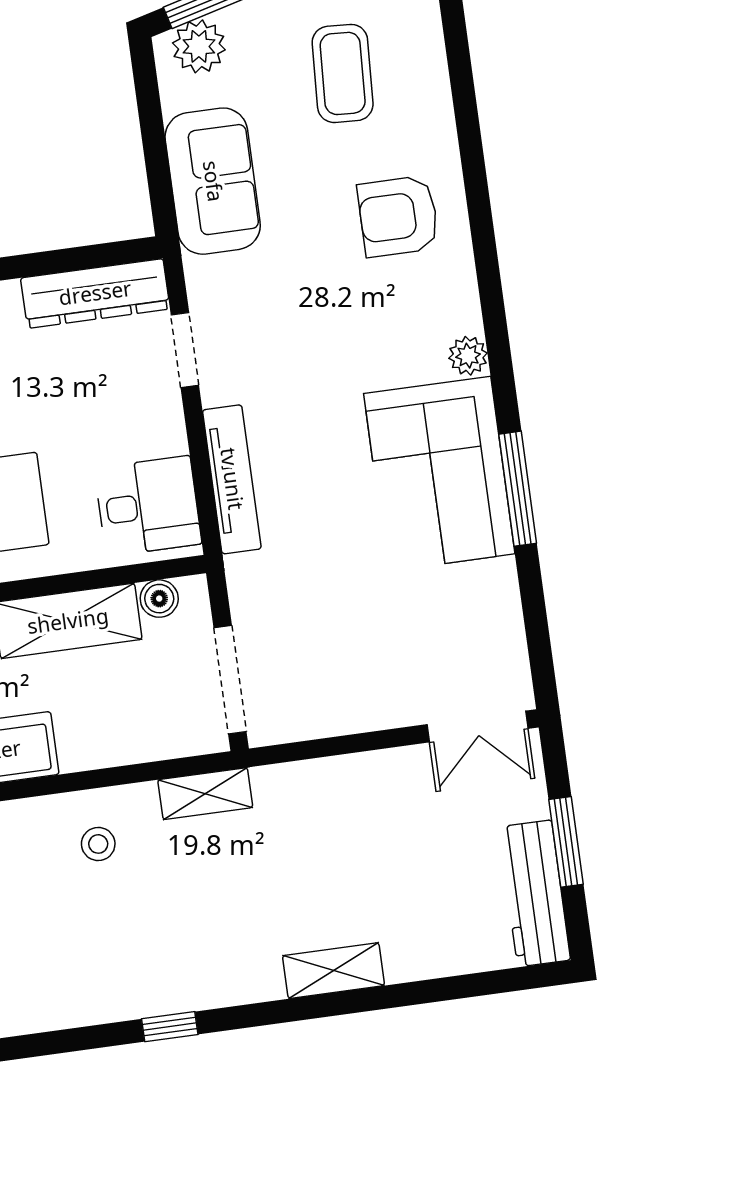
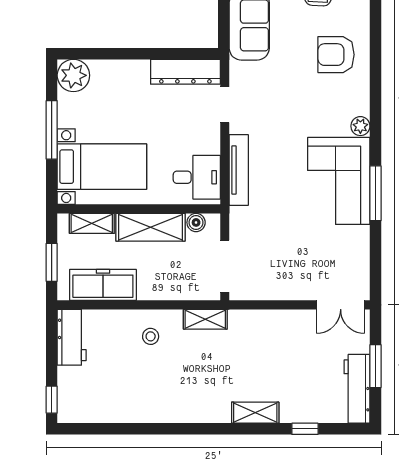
window: (170, 1027) -> (305, 429), moved

